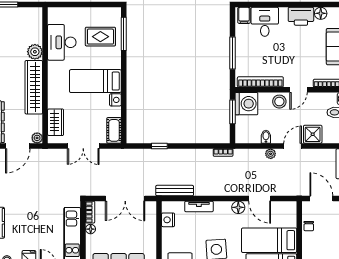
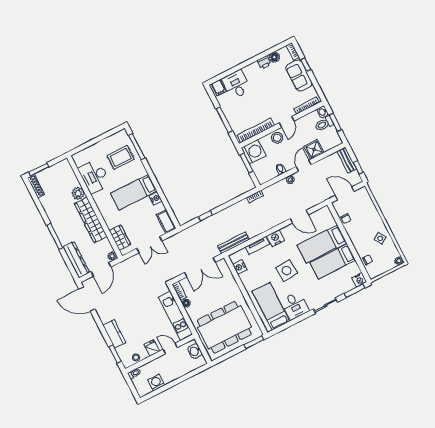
printer: (301, 16) -> (264, 62), width x0.53, depth x0.68
floor lamp: (238, 207) -> (287, 231), removed
nightstand: (223, 208) -> (276, 238), added

